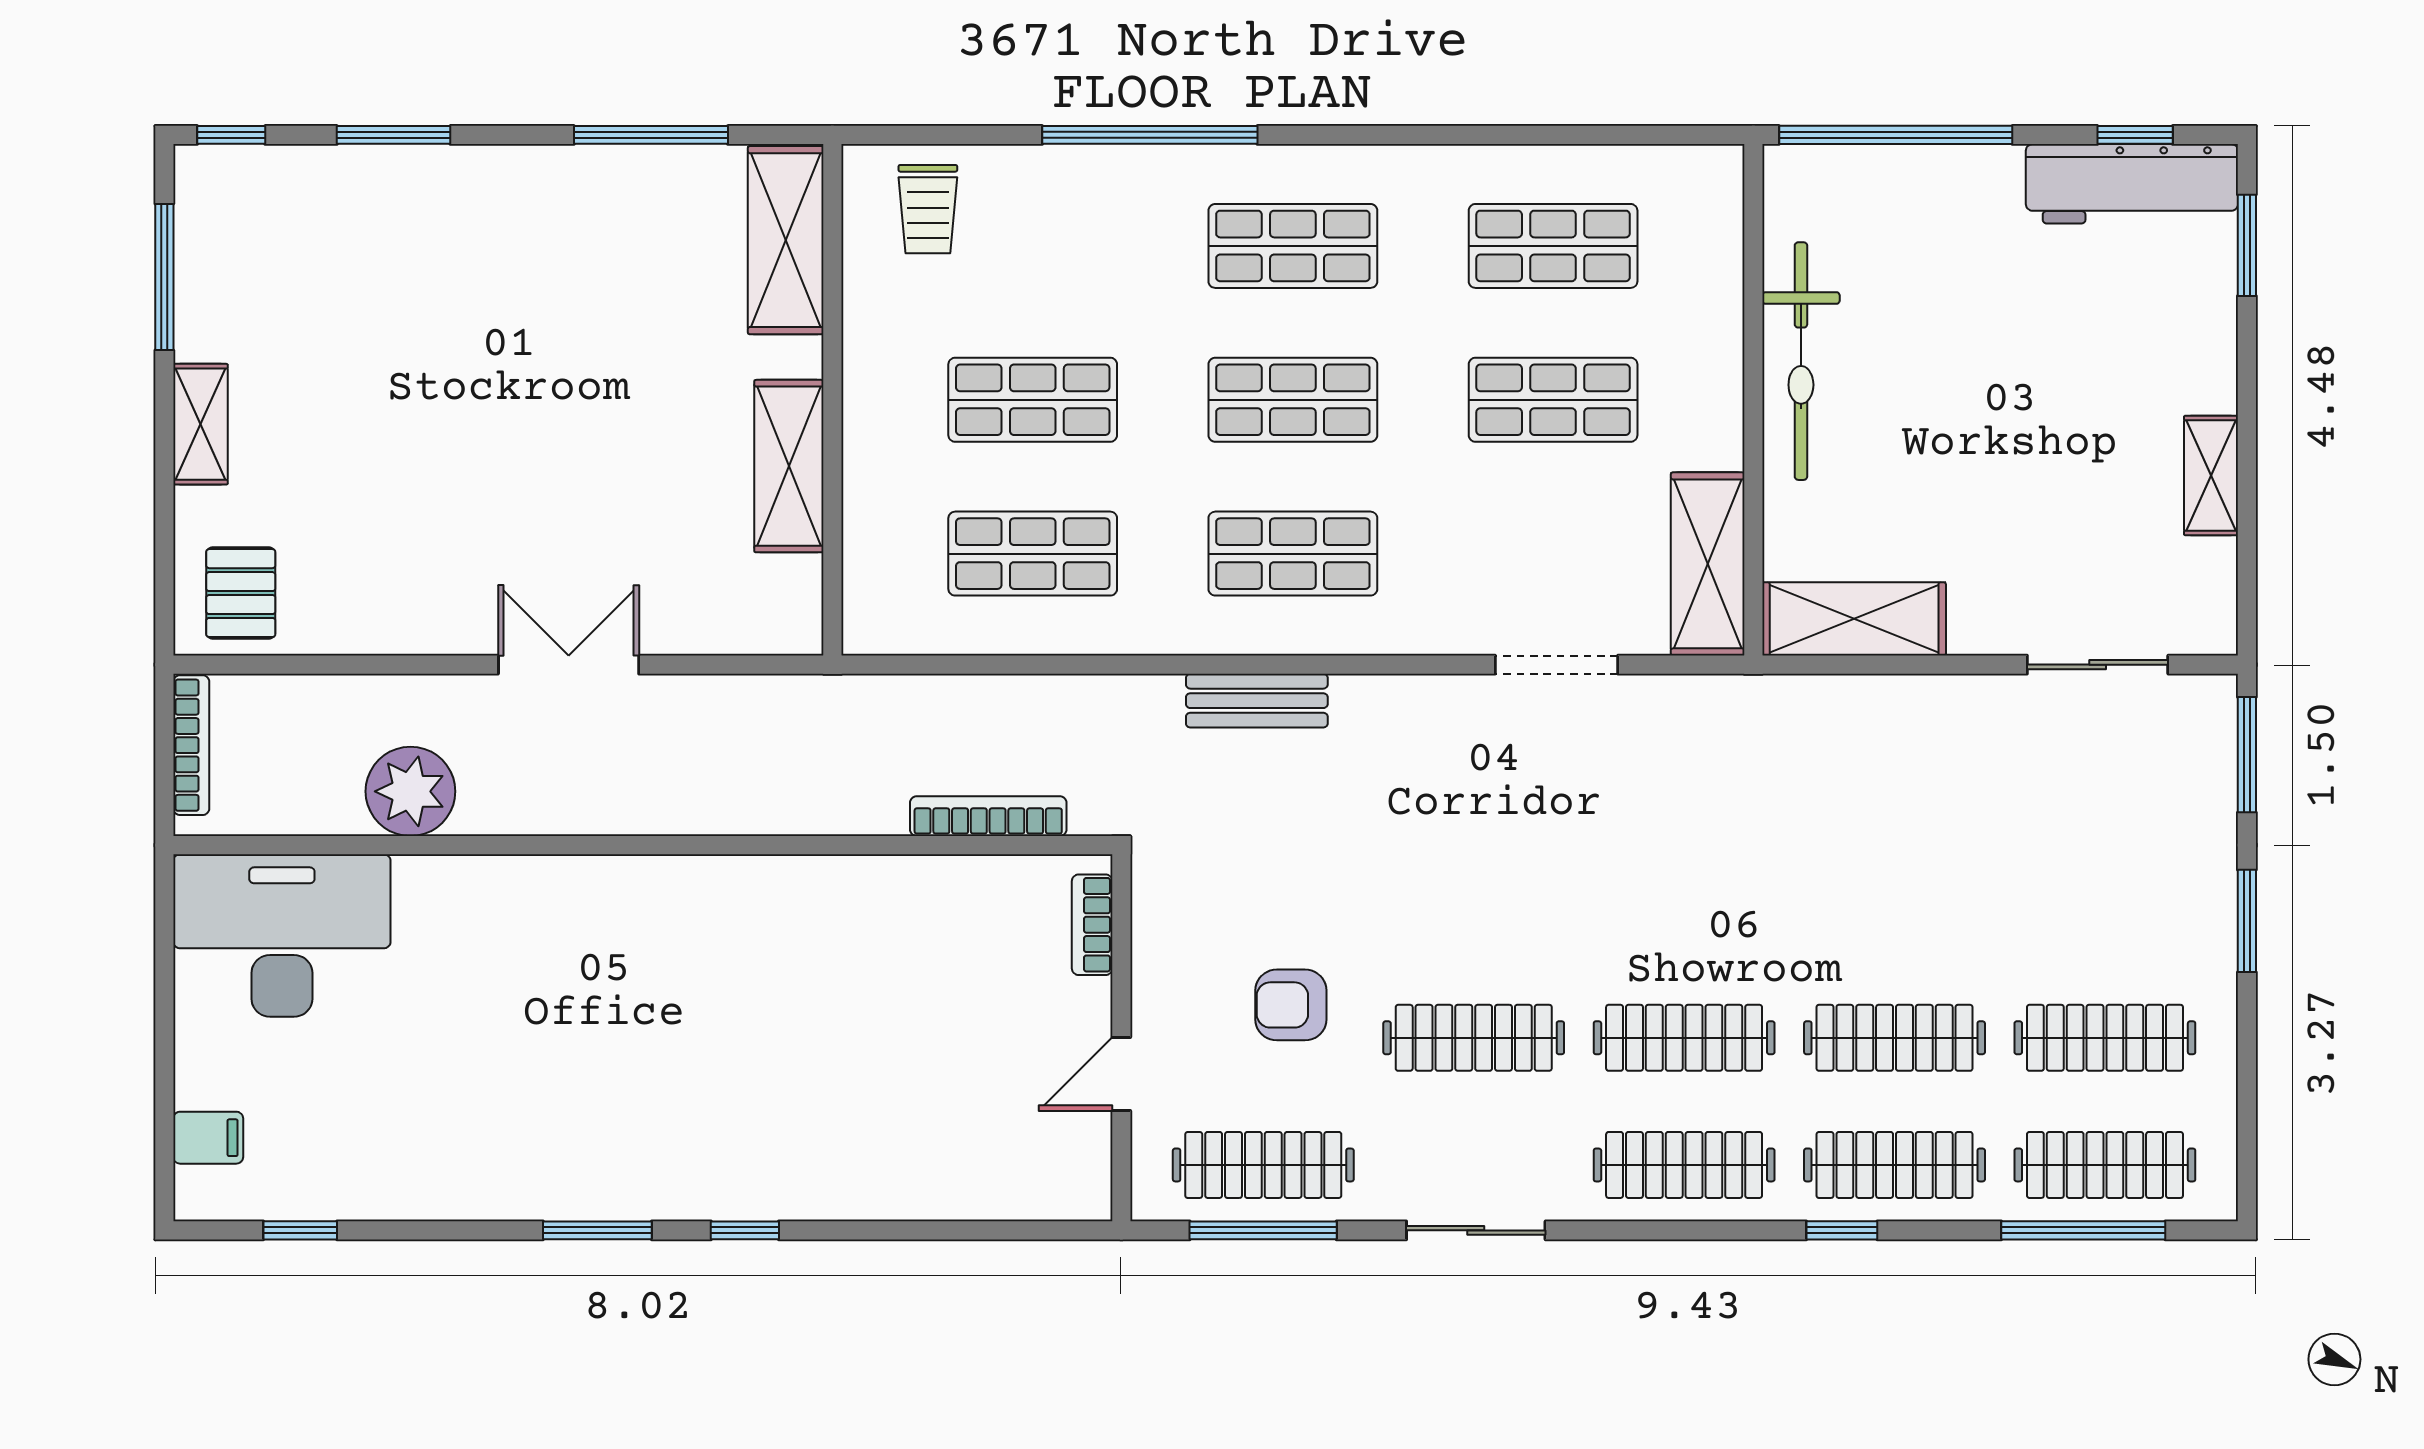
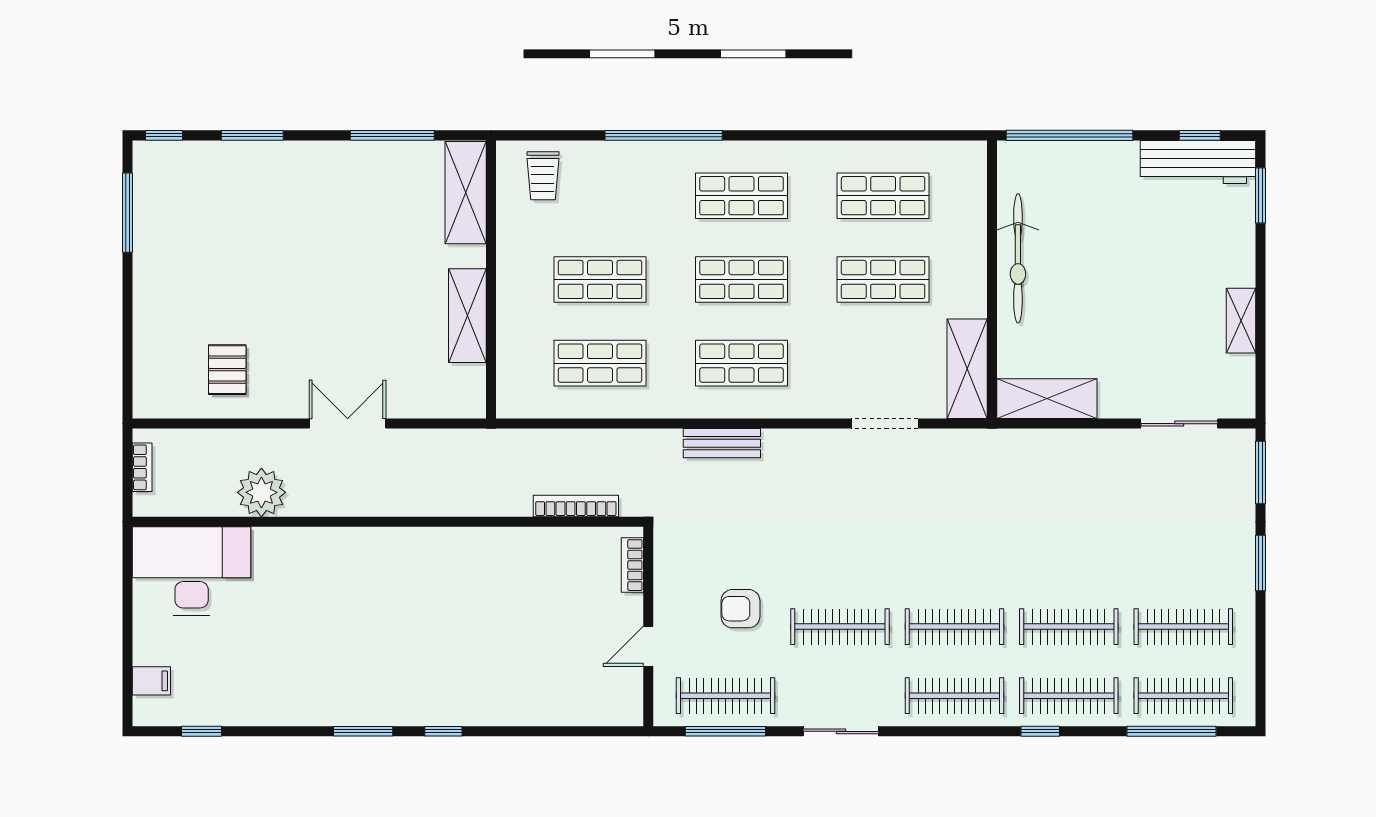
shelving: (201, 424) -> (147, 293), removed
pallet: (241, 593) -> (227, 370), moved
bookcase: (191, 745) -> (142, 467), width x0.64

